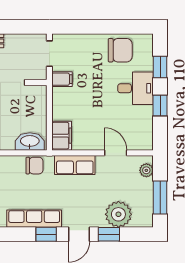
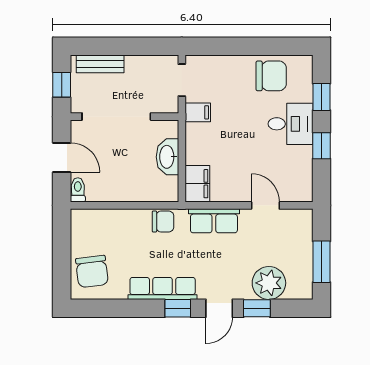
washbasin: (30, 141) -> (167, 157), moved, turned -90
plant: (146, 170) -> (304, 227), removed

